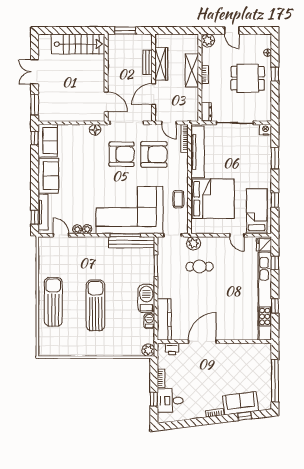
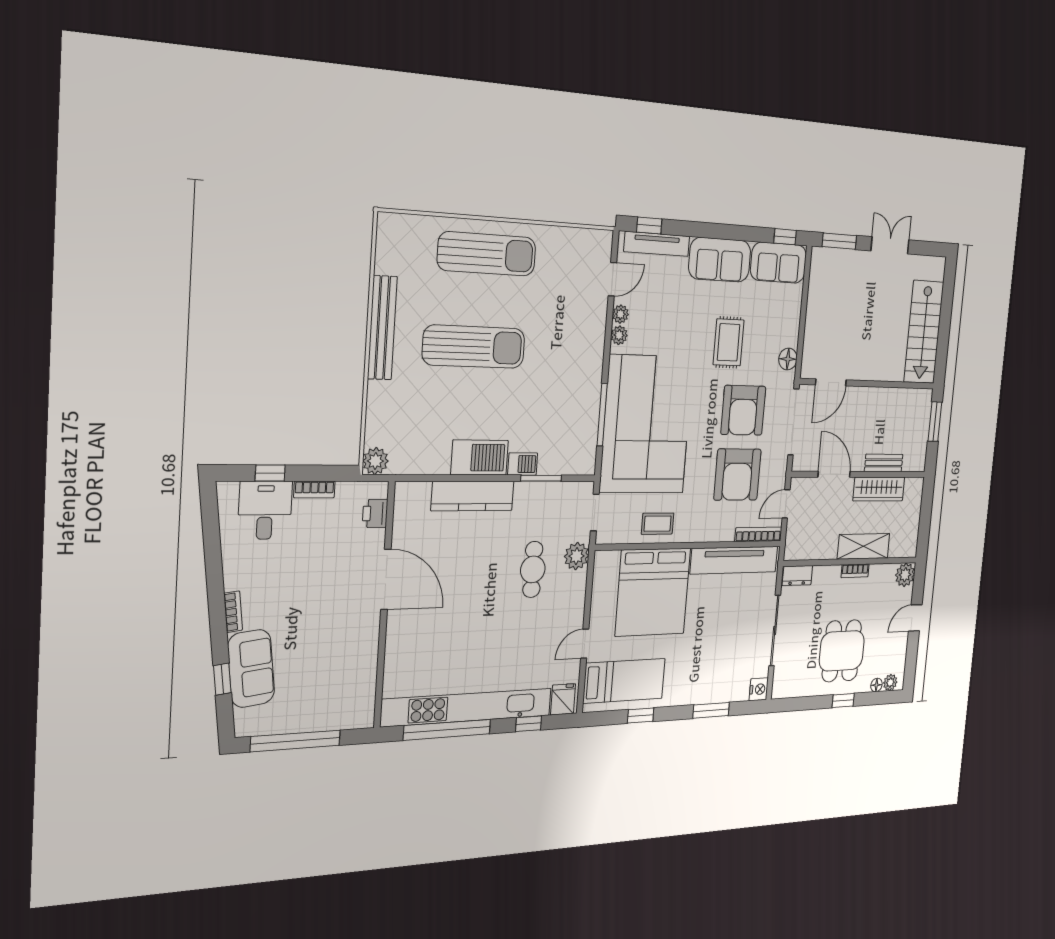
plant: (267, 43) -> (890, 682), added
rug: (88, 166) -> (729, 342), added
bench: (132, 242) -> (382, 328), moved
window: (275, 306) -> (447, 730), width x3.17
kitchen counter: (164, 319) -> (473, 496), moved
barbecue: (149, 321) -> (523, 464), moved

